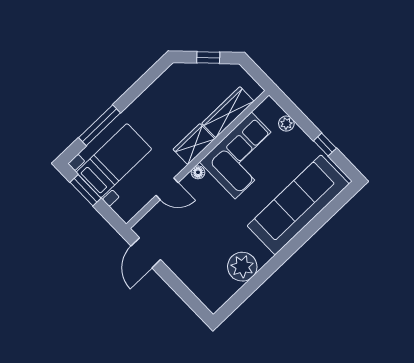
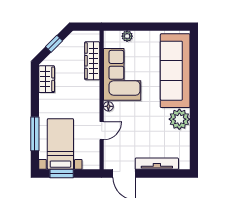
wardrobe: (194, 144) -> (47, 79), moved, turned 180
window: (325, 144) -> (157, 27), removed
plant: (242, 267) -> (179, 119), moved
tv unit: (187, 276) -> (157, 164), added

